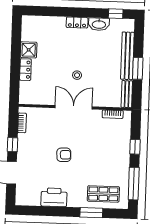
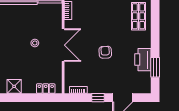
locker: (25, 70) -> (46, 89), moved
double door: (74, 107) -> (63, 45), swing flipped
window: (91, 213) -> (155, 67), moved

